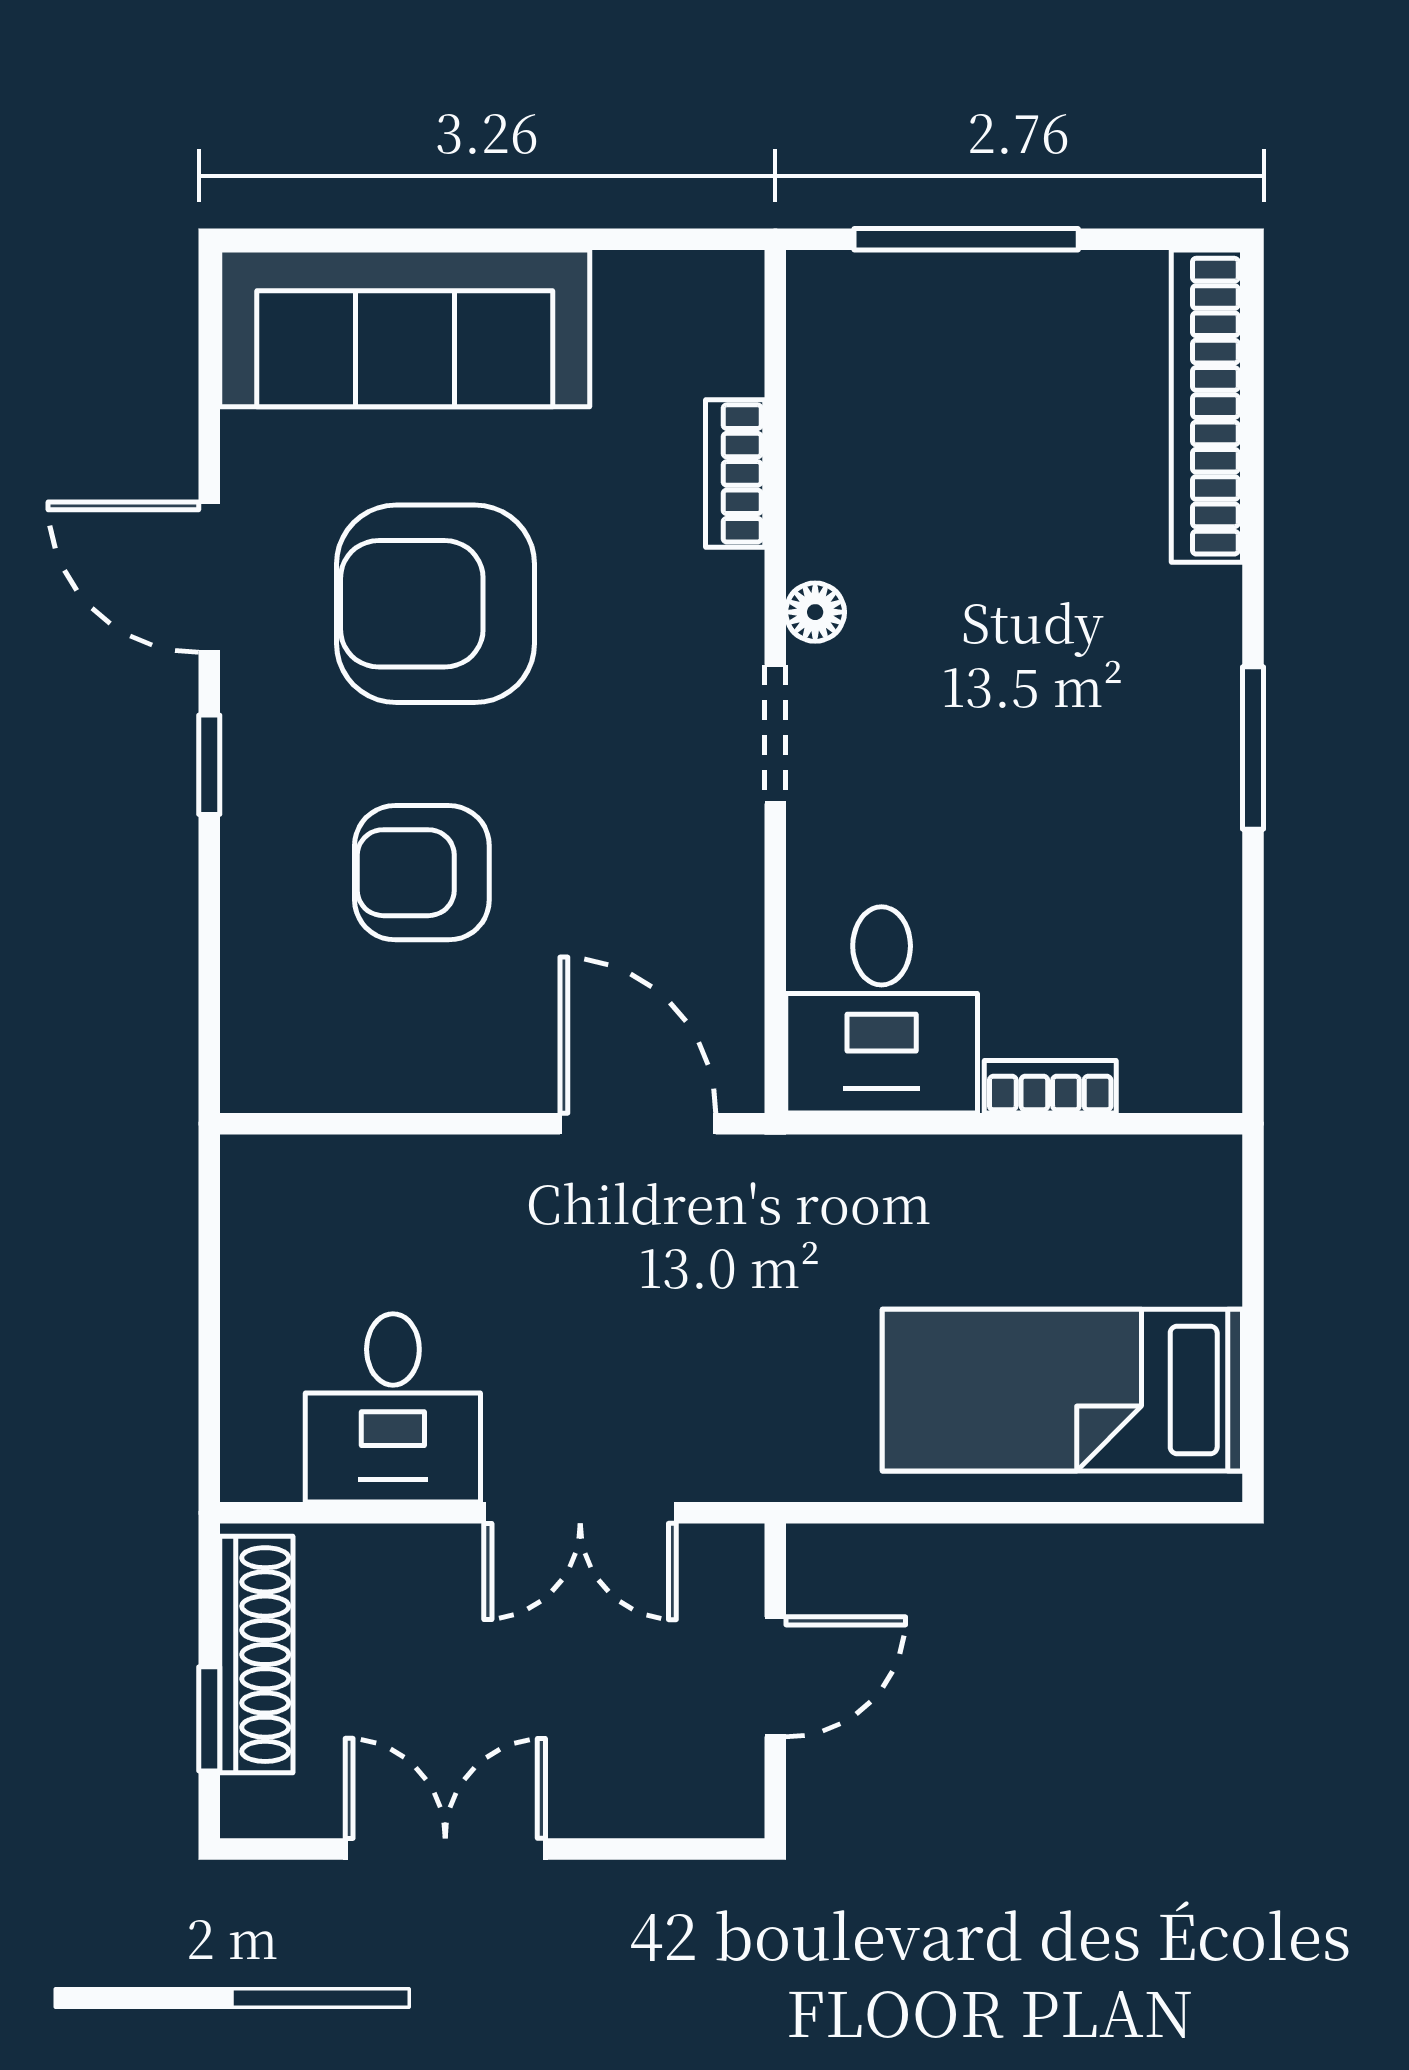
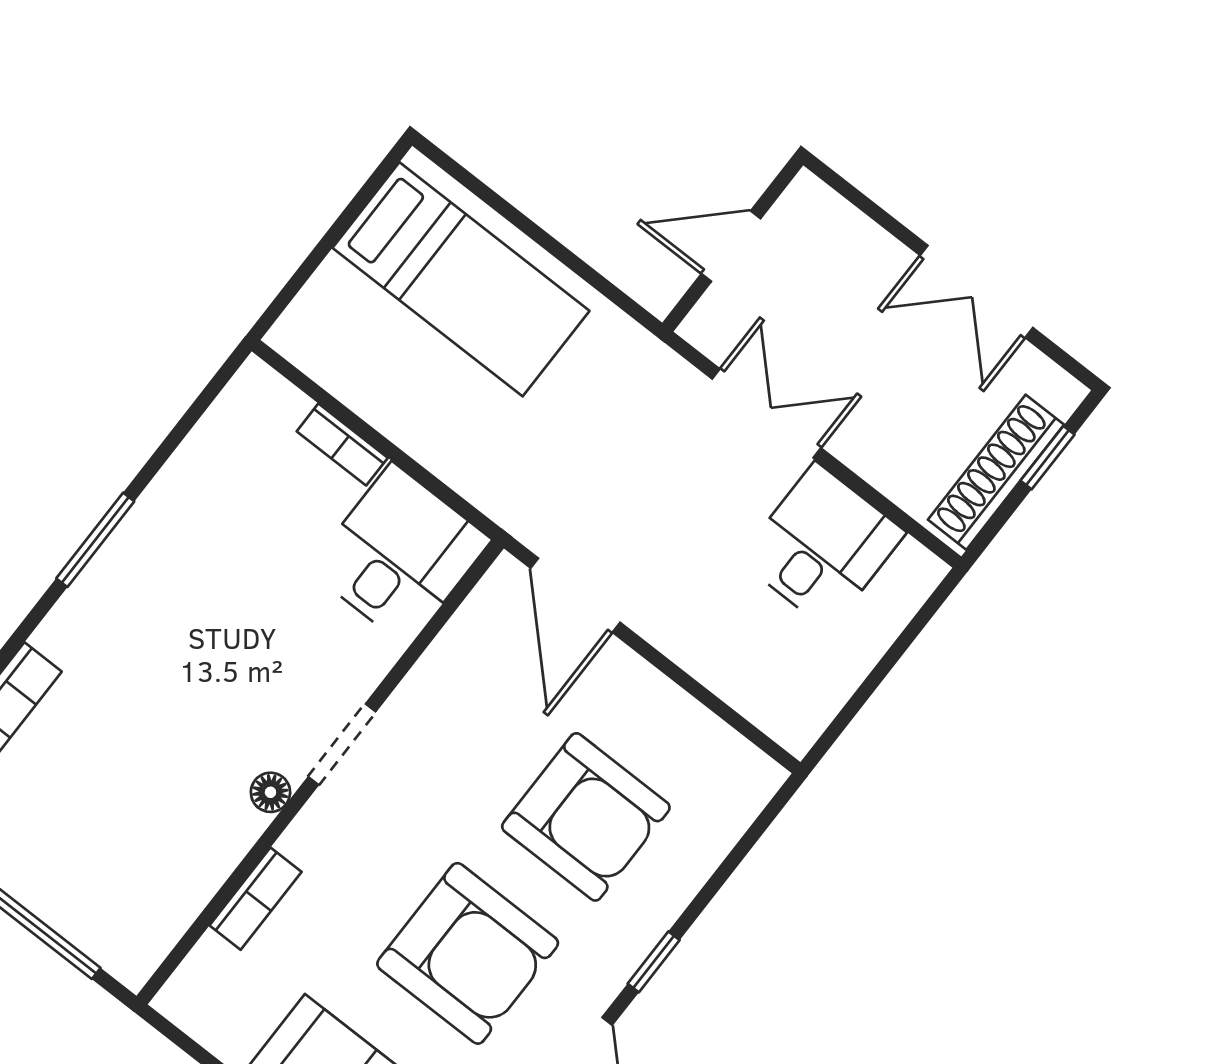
armchair: (422, 873) -> (586, 817), width x1.36, depth x1.36

